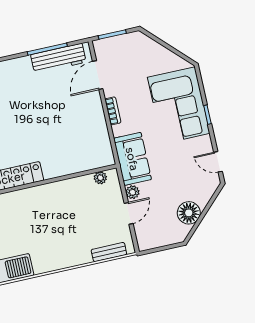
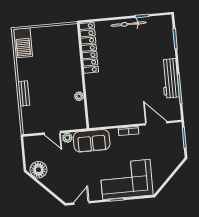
workbench: (58, 58) -> (170, 78), moved
plant: (100, 178) -> (79, 96), moved
floor lamp: (189, 213) -> (38, 170), moved
bench: (109, 252) -> (24, 93), moved

